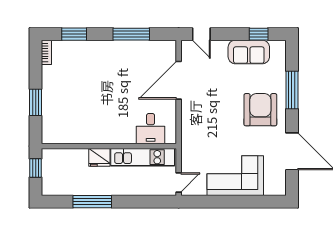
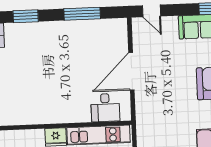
door: (179, 80) -> (131, 71), moved

